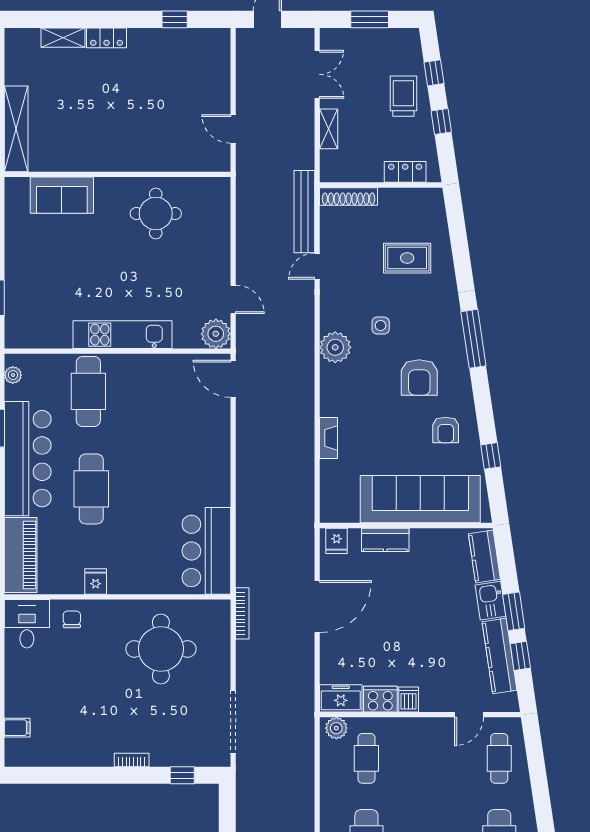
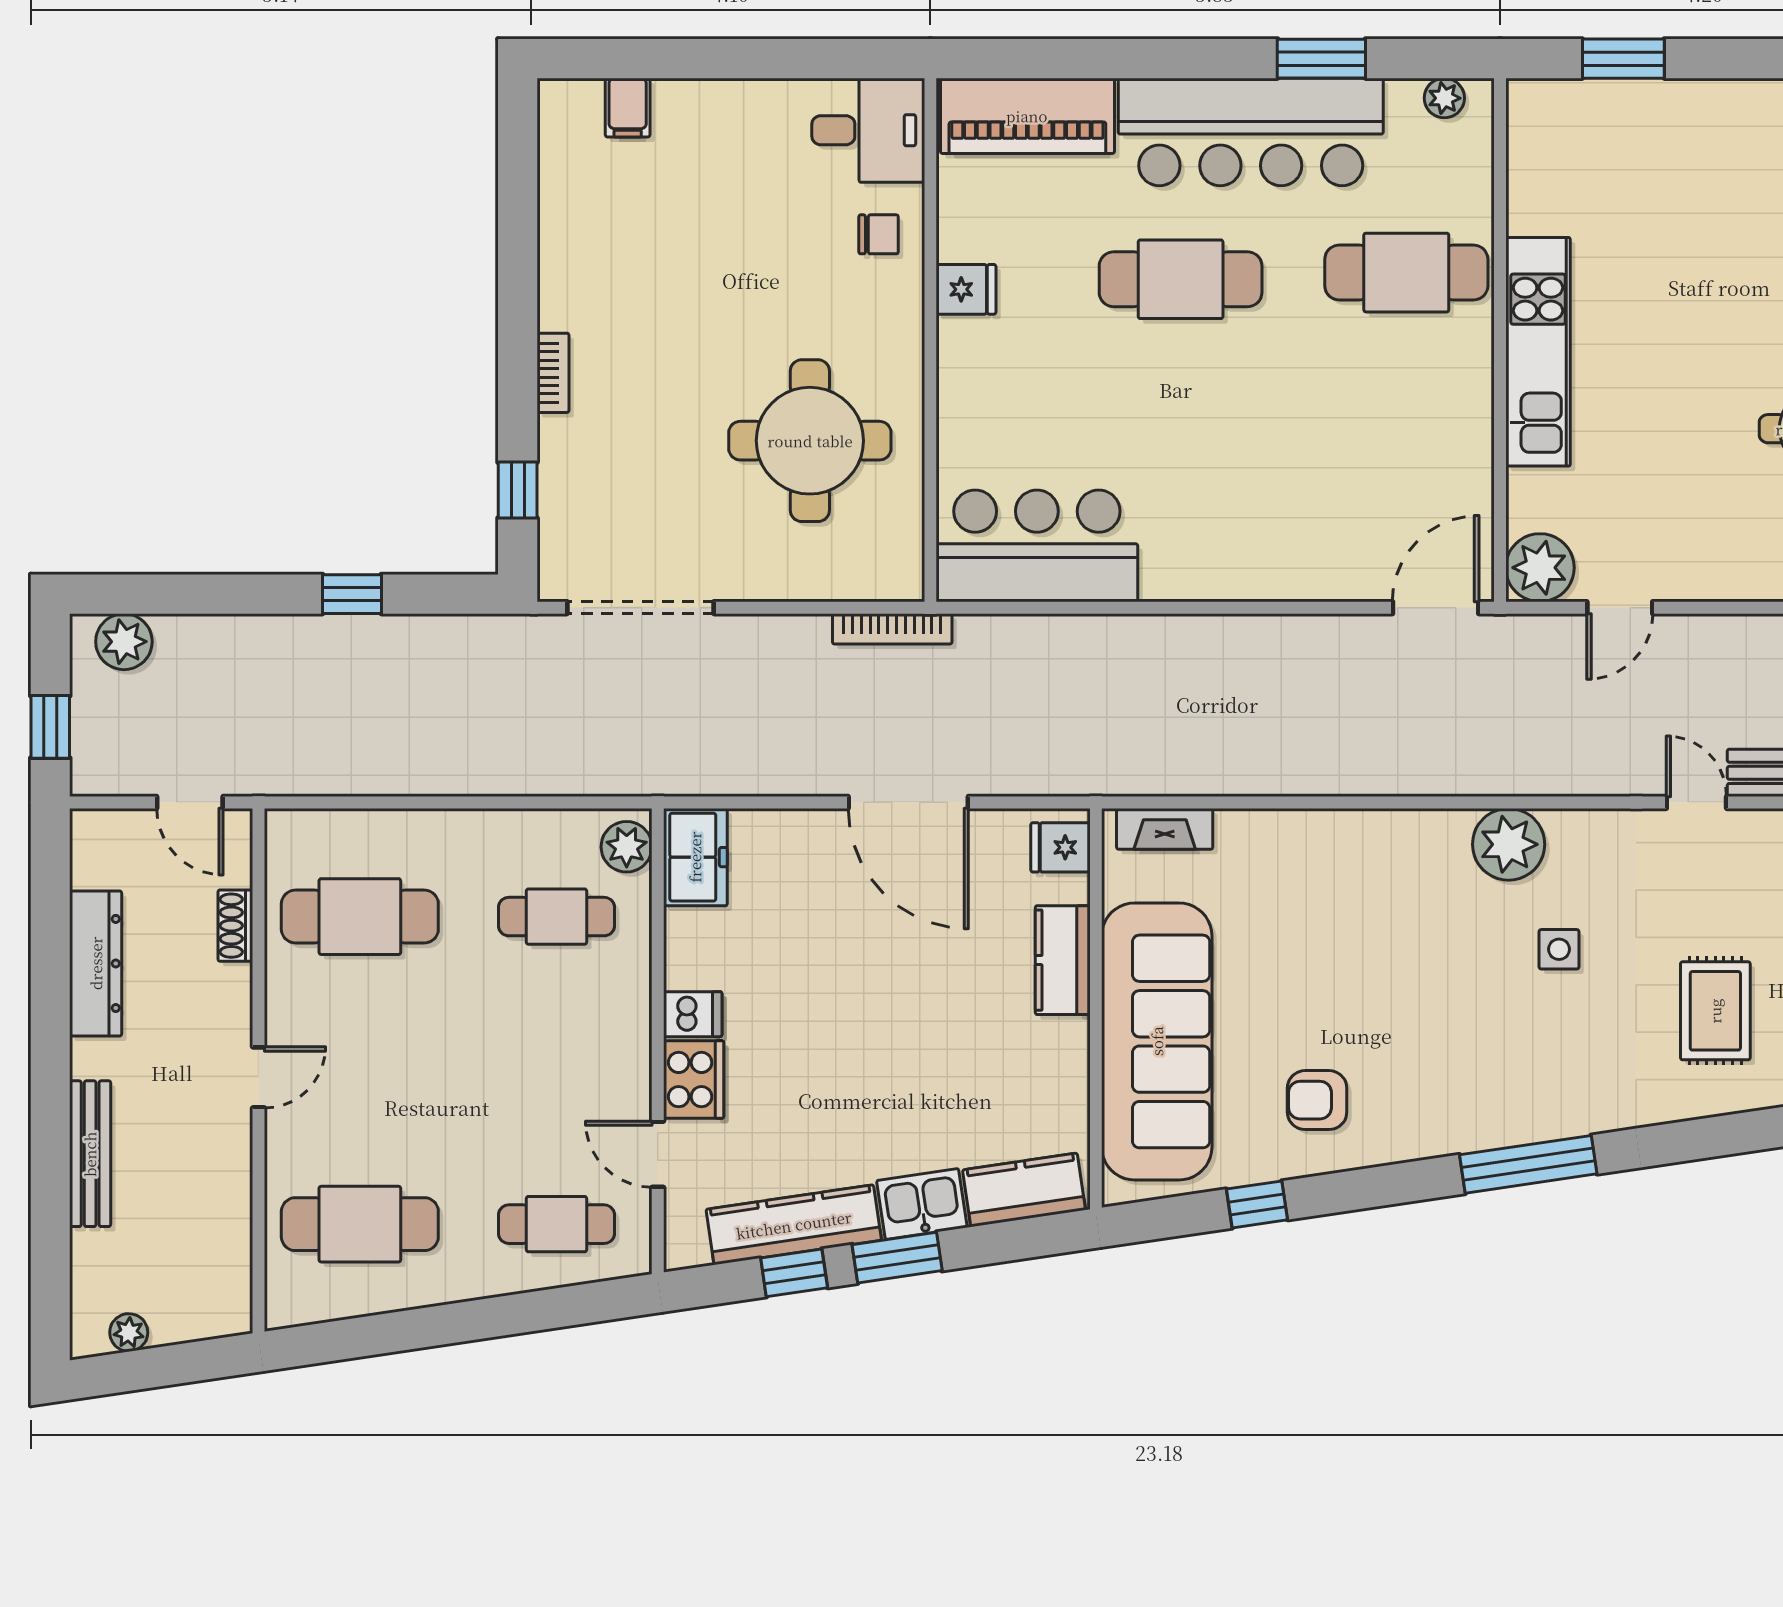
armchair: (419, 377) -> (1439, 1039), removed
fireplace: (329, 438) -> (1165, 829), moved
cooker: (380, 699) -> (694, 1080), moved

